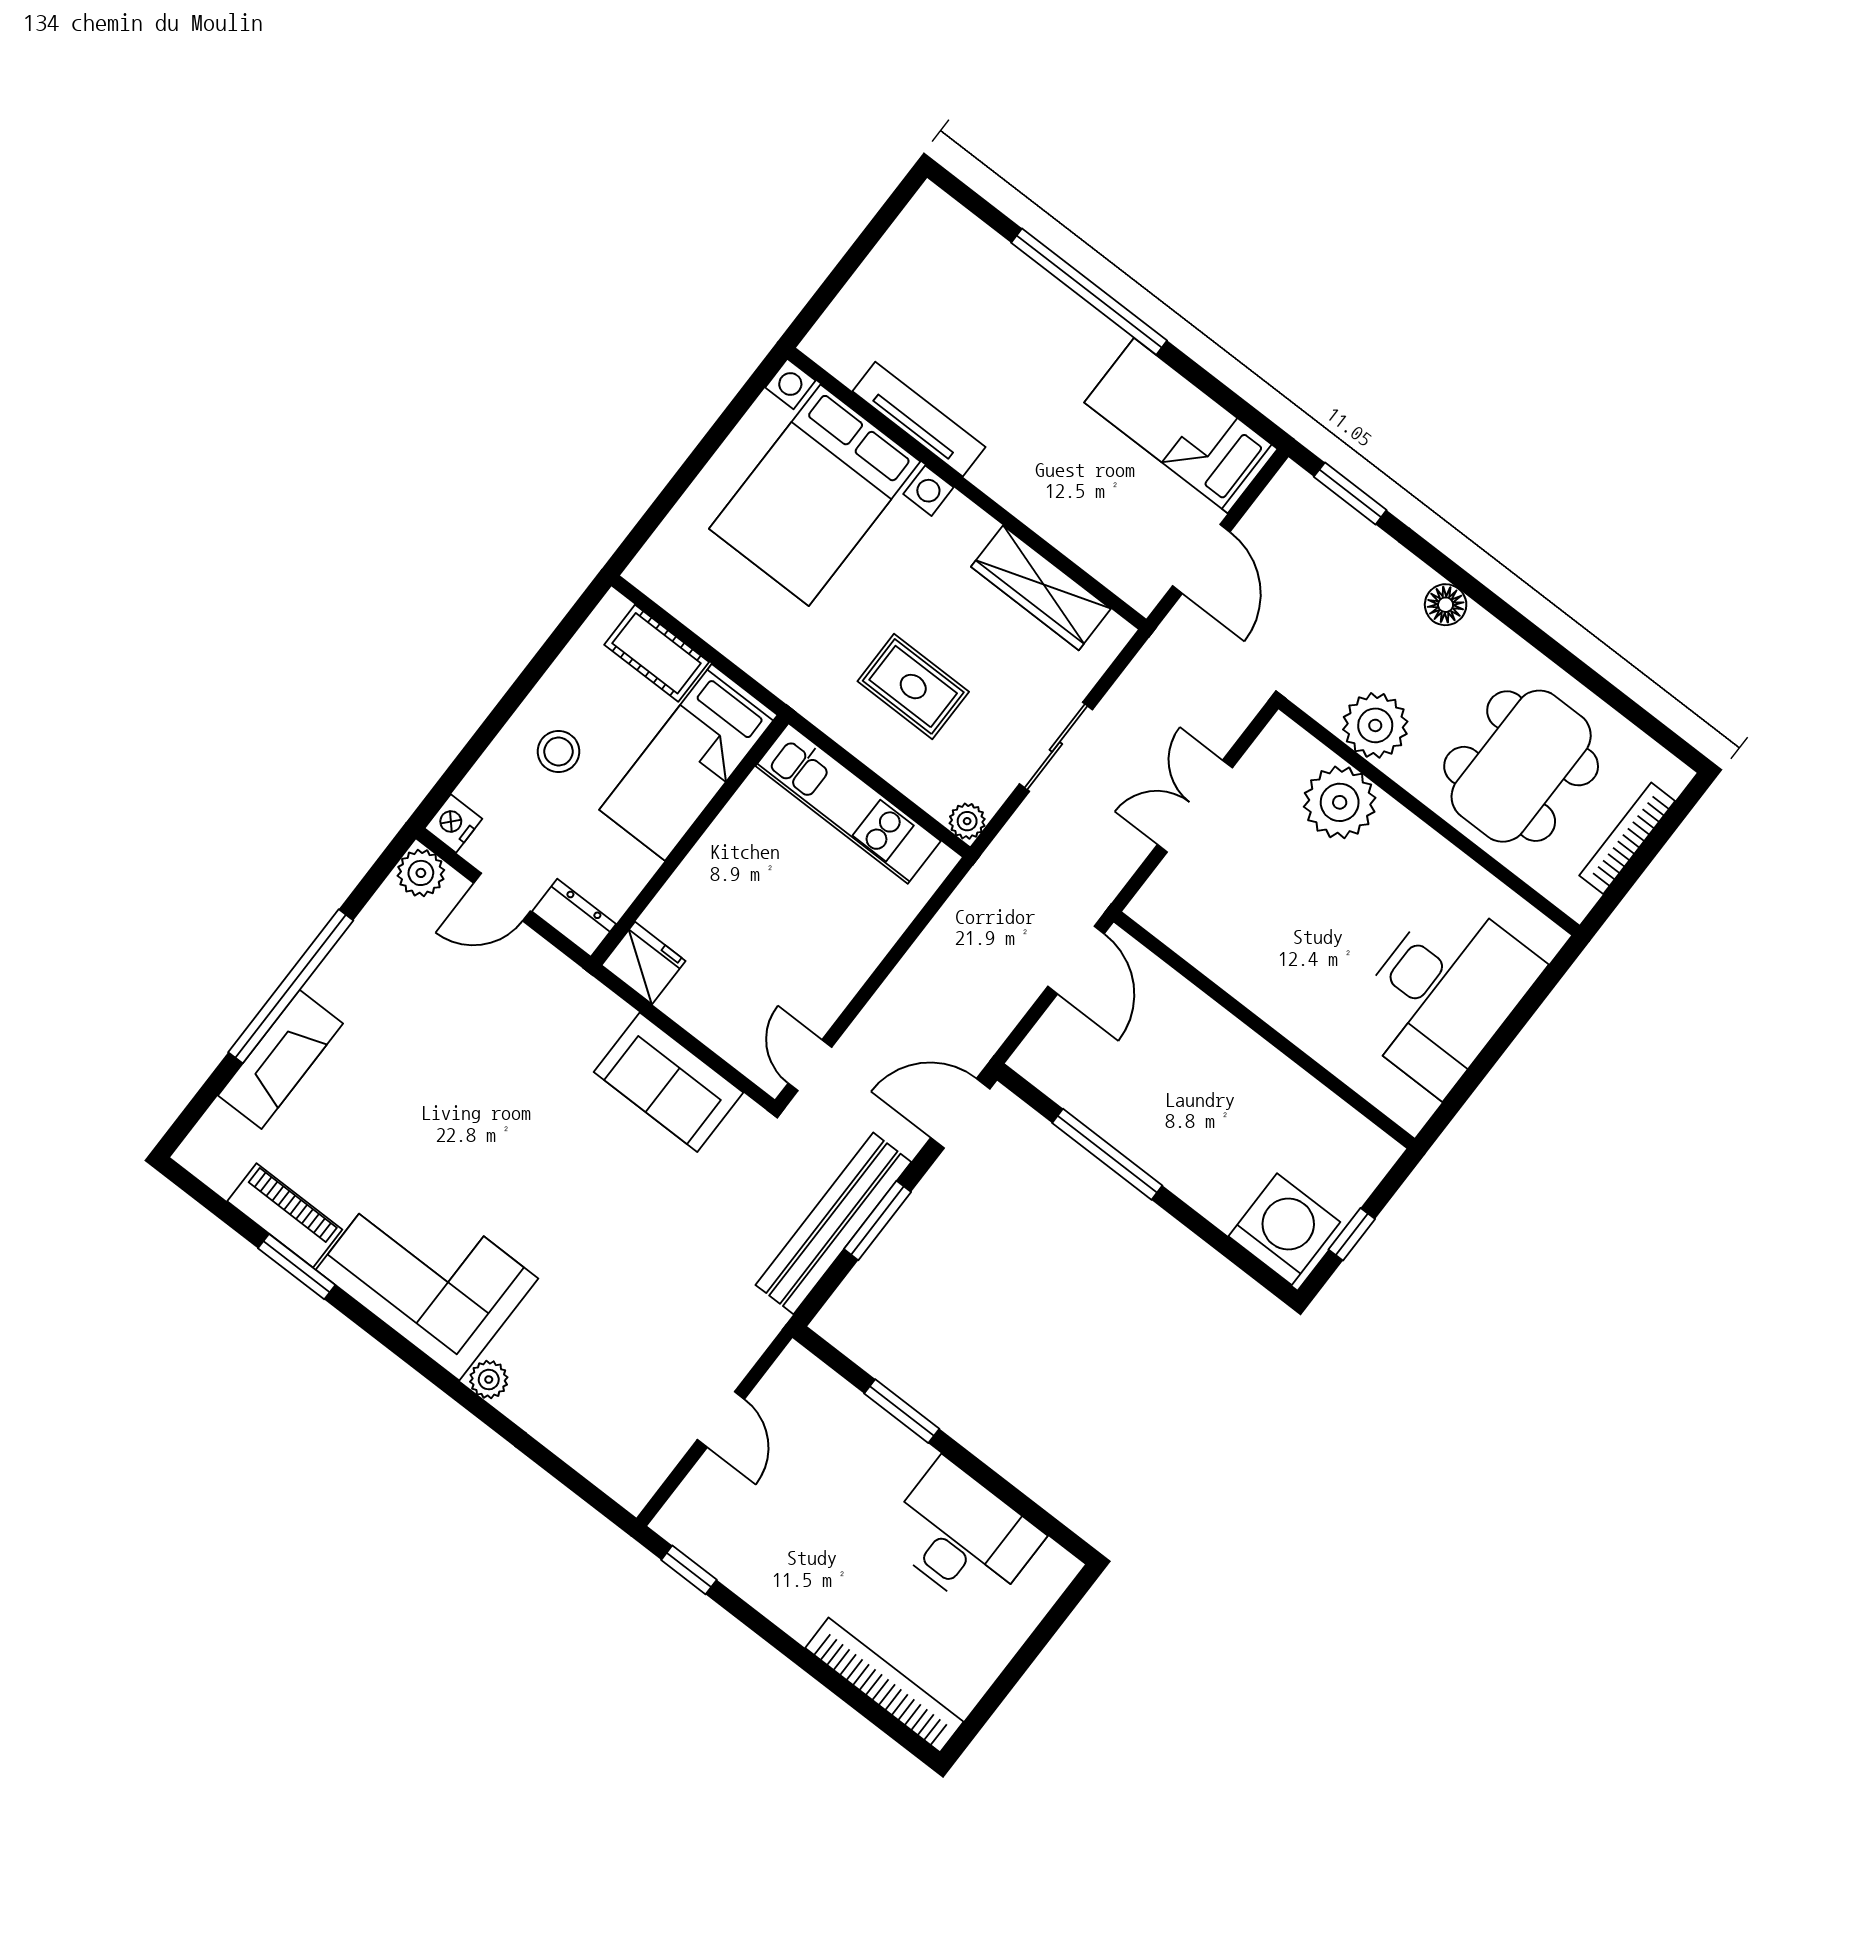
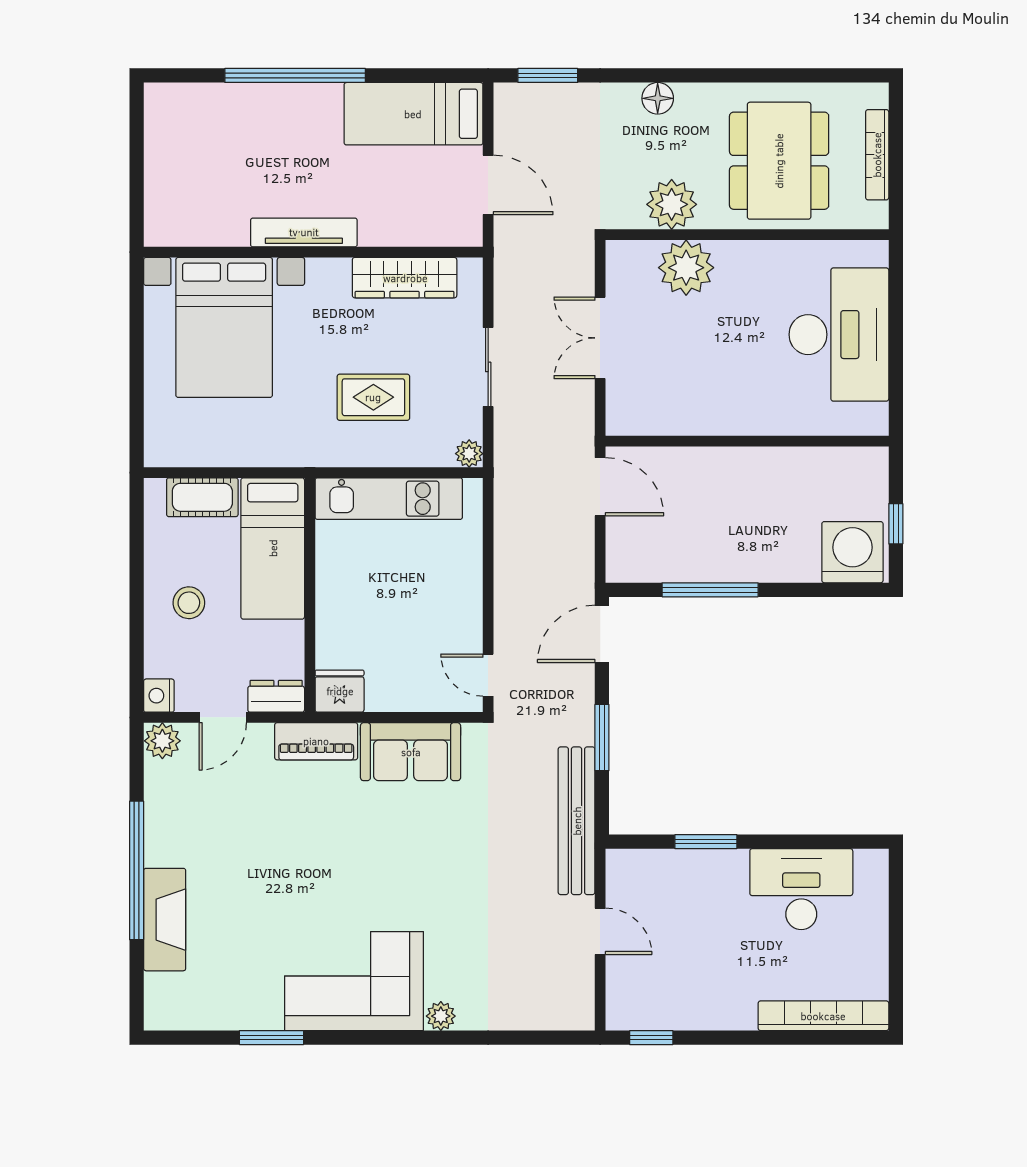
tv unit: (919, 419) -> (304, 232), moved
piano: (285, 1215) -> (316, 741), moved, turned 180
bench: (833, 1223) -> (577, 821), moved

